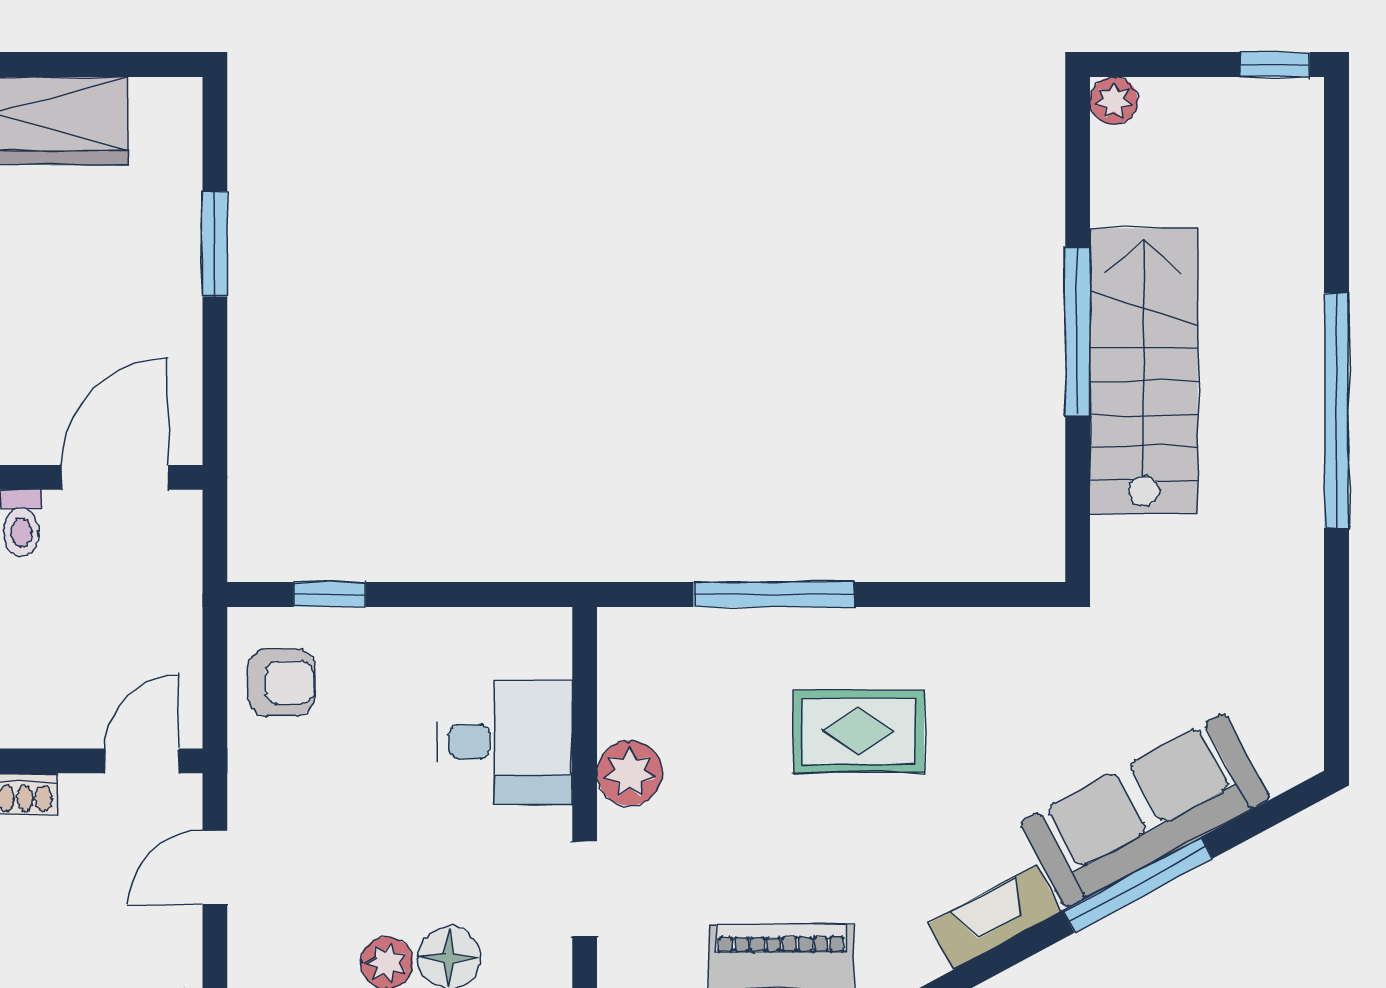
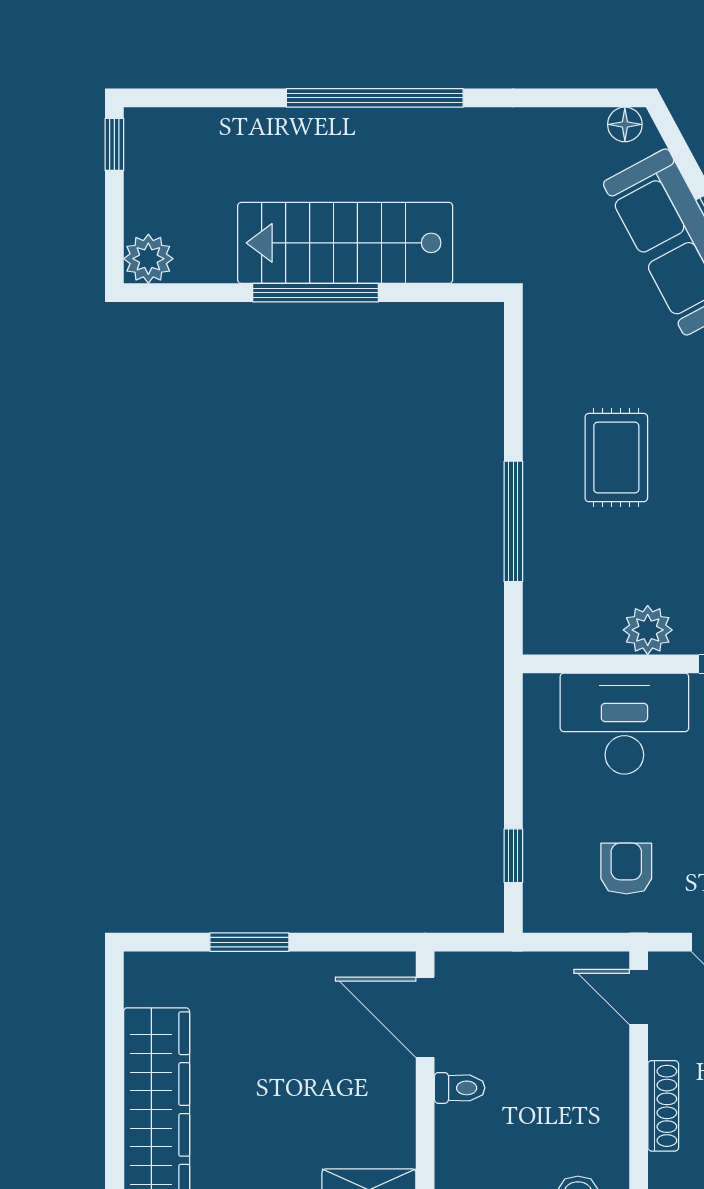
plant: (1114, 101) -> (148, 259), width x1.38, depth x1.38
armchair: (281, 682) -> (626, 869), moved
desk: (505, 742) -> (624, 724), width x1.37
floor lamp: (1301, 743) -> (625, 124), added

